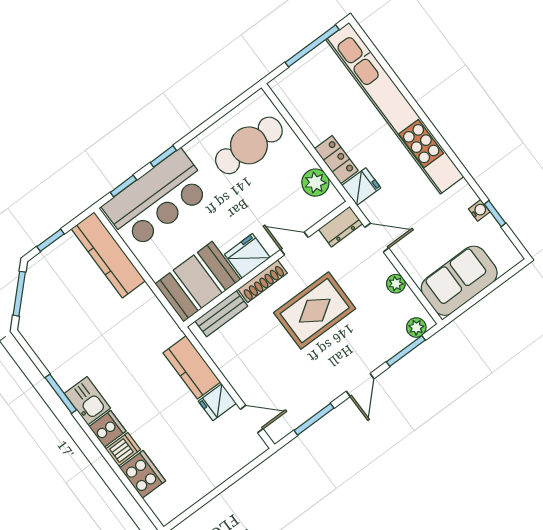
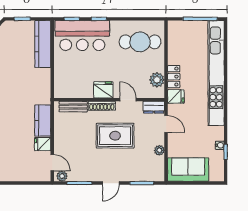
booth: (198, 282) -> (73, 85), removed
plant: (416, 328) -> (62, 176), moved

